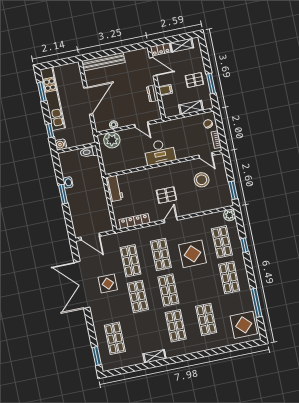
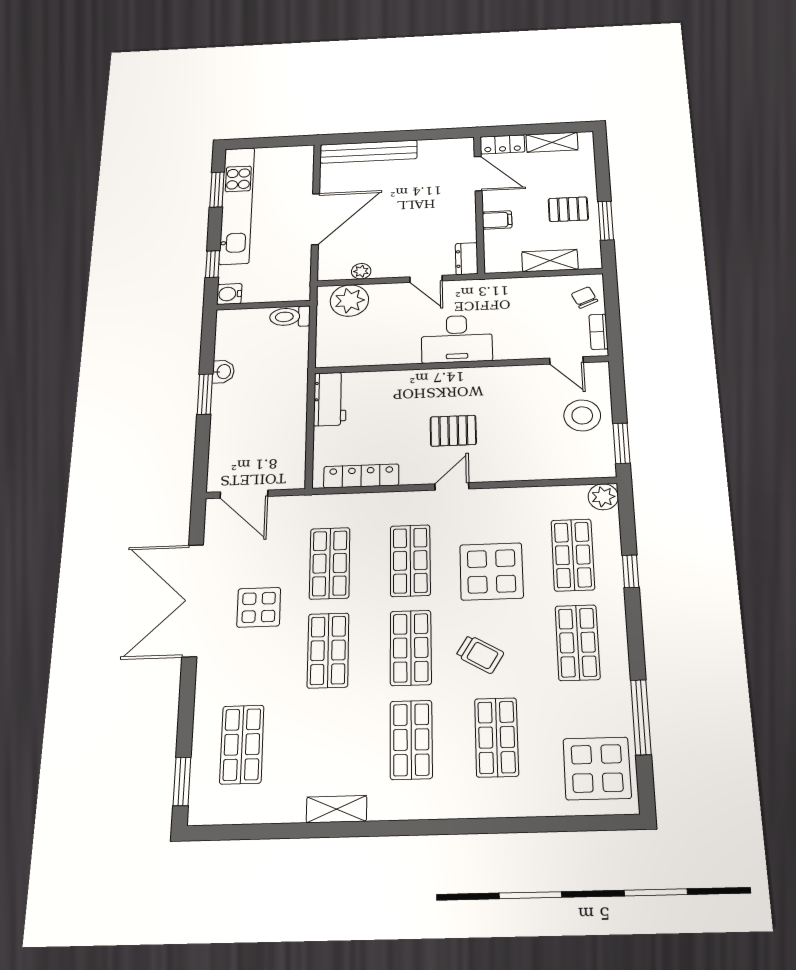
dresser: (153, 93) -> (467, 259), moved
stool: (202, 180) -> (582, 415), moved
trolley: (194, 288) -> (480, 654), added

